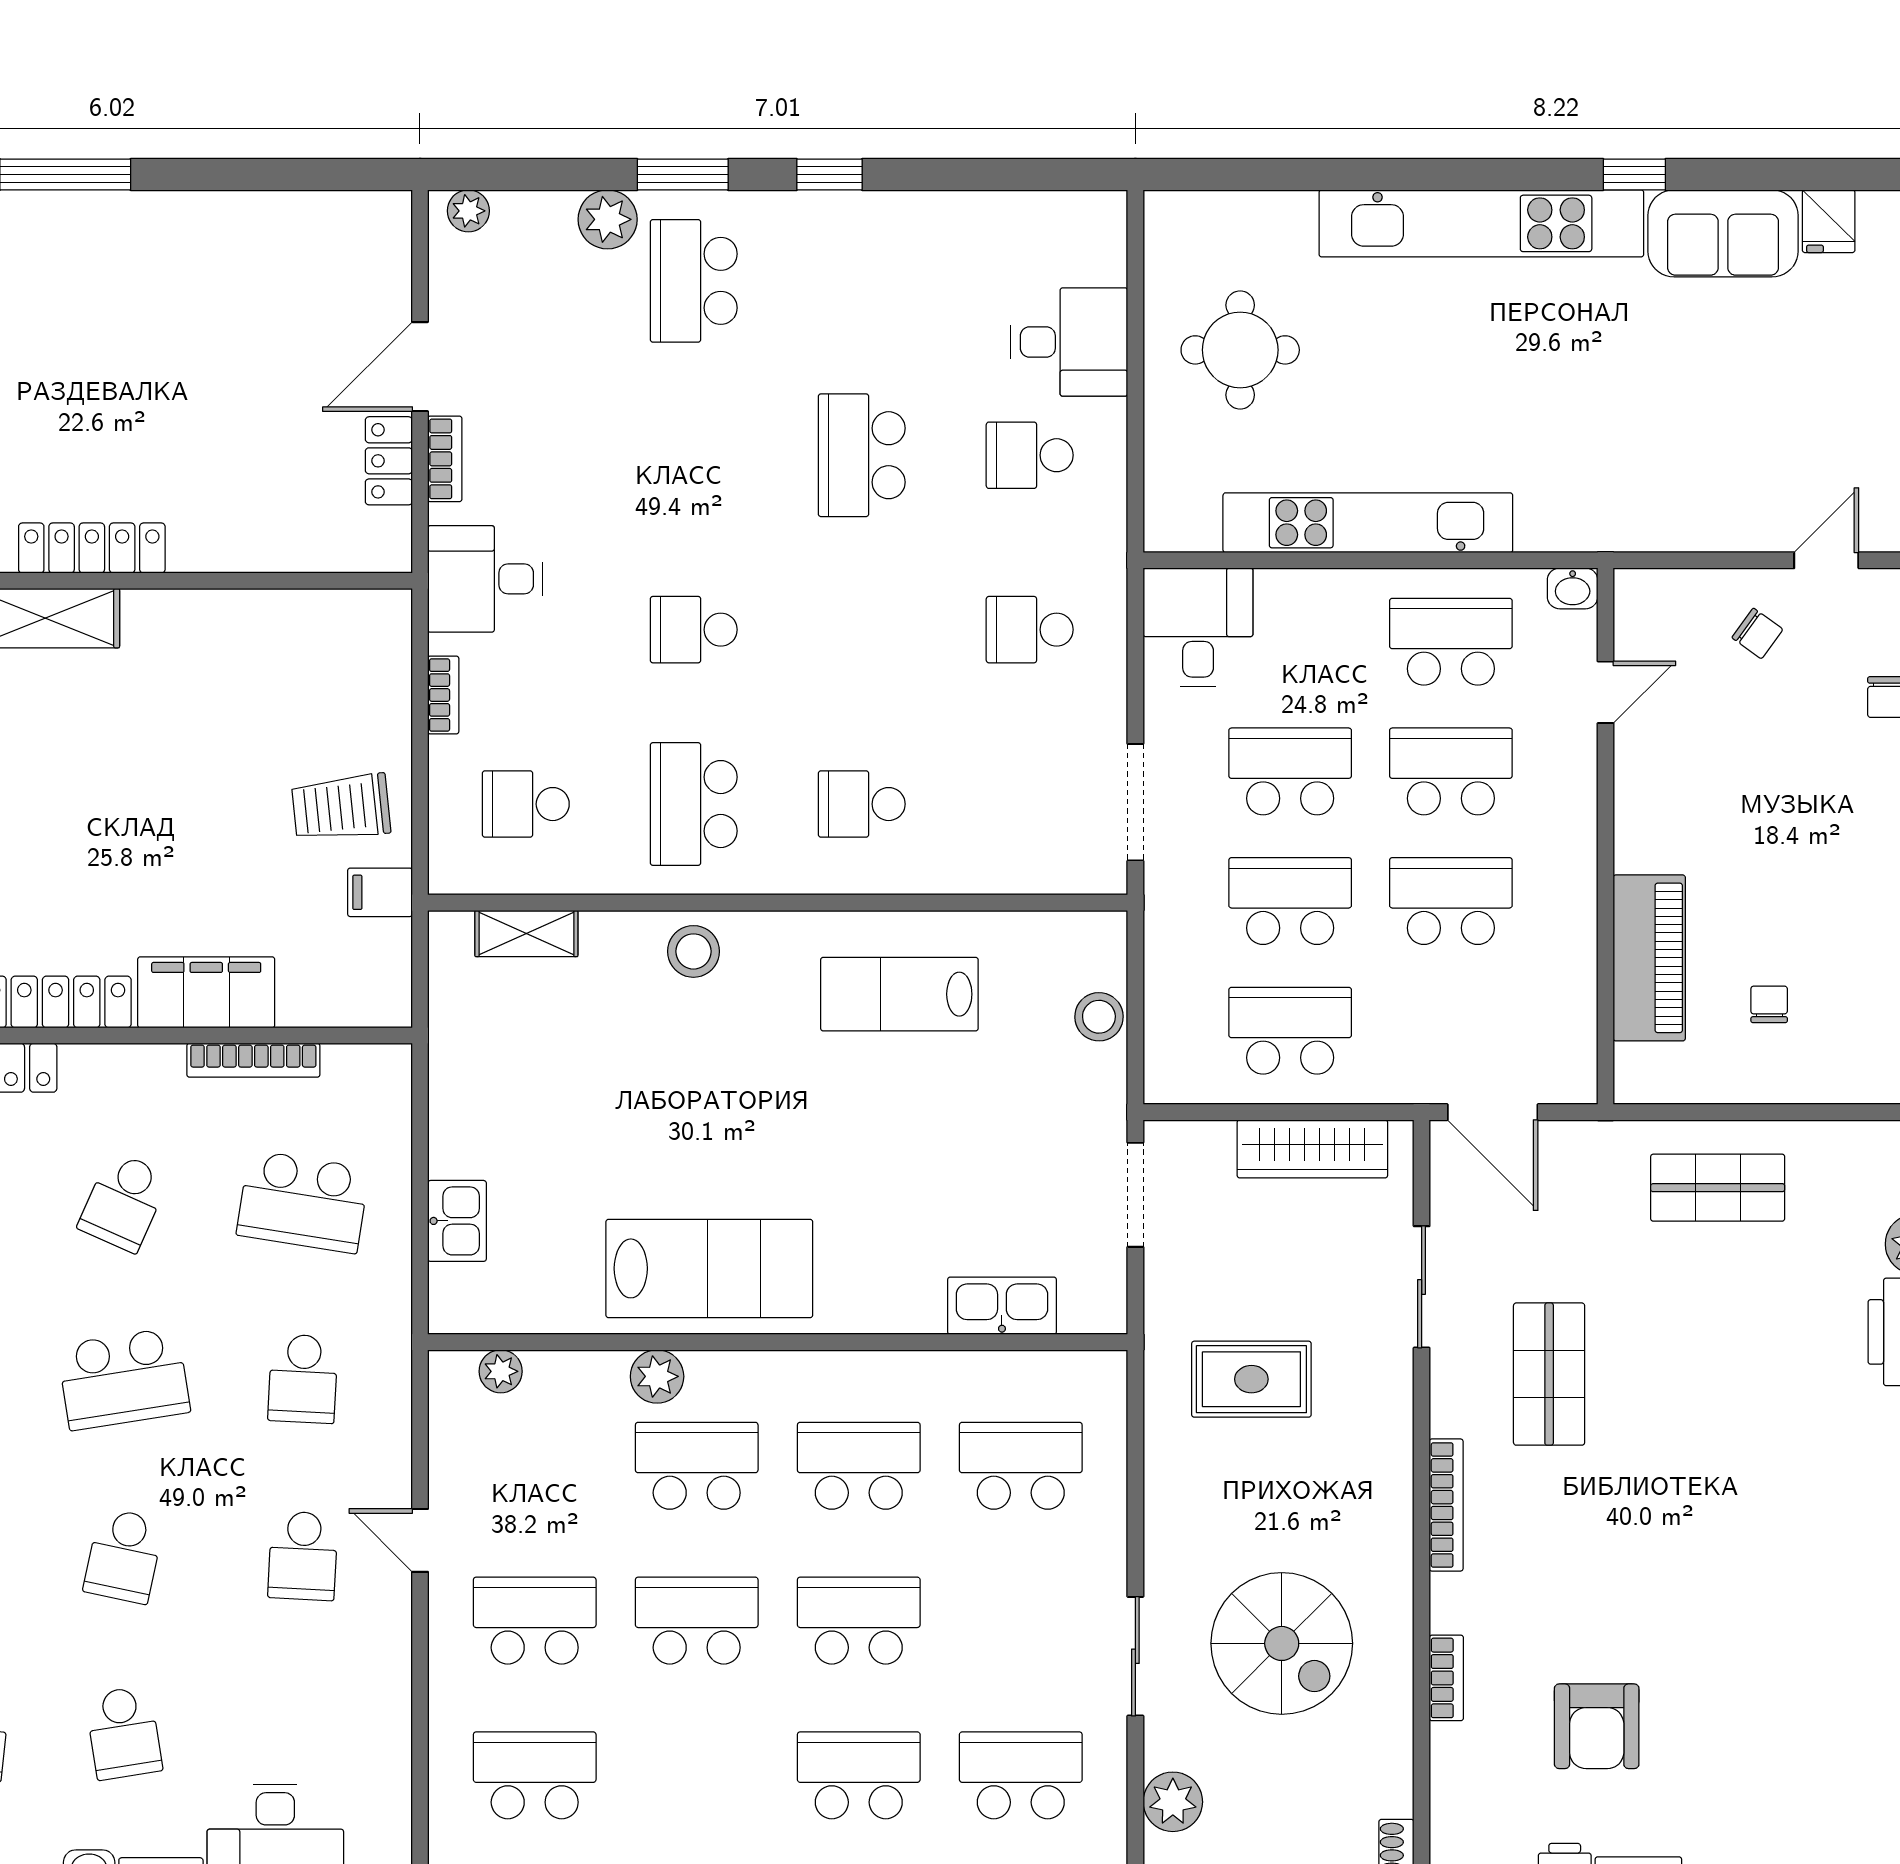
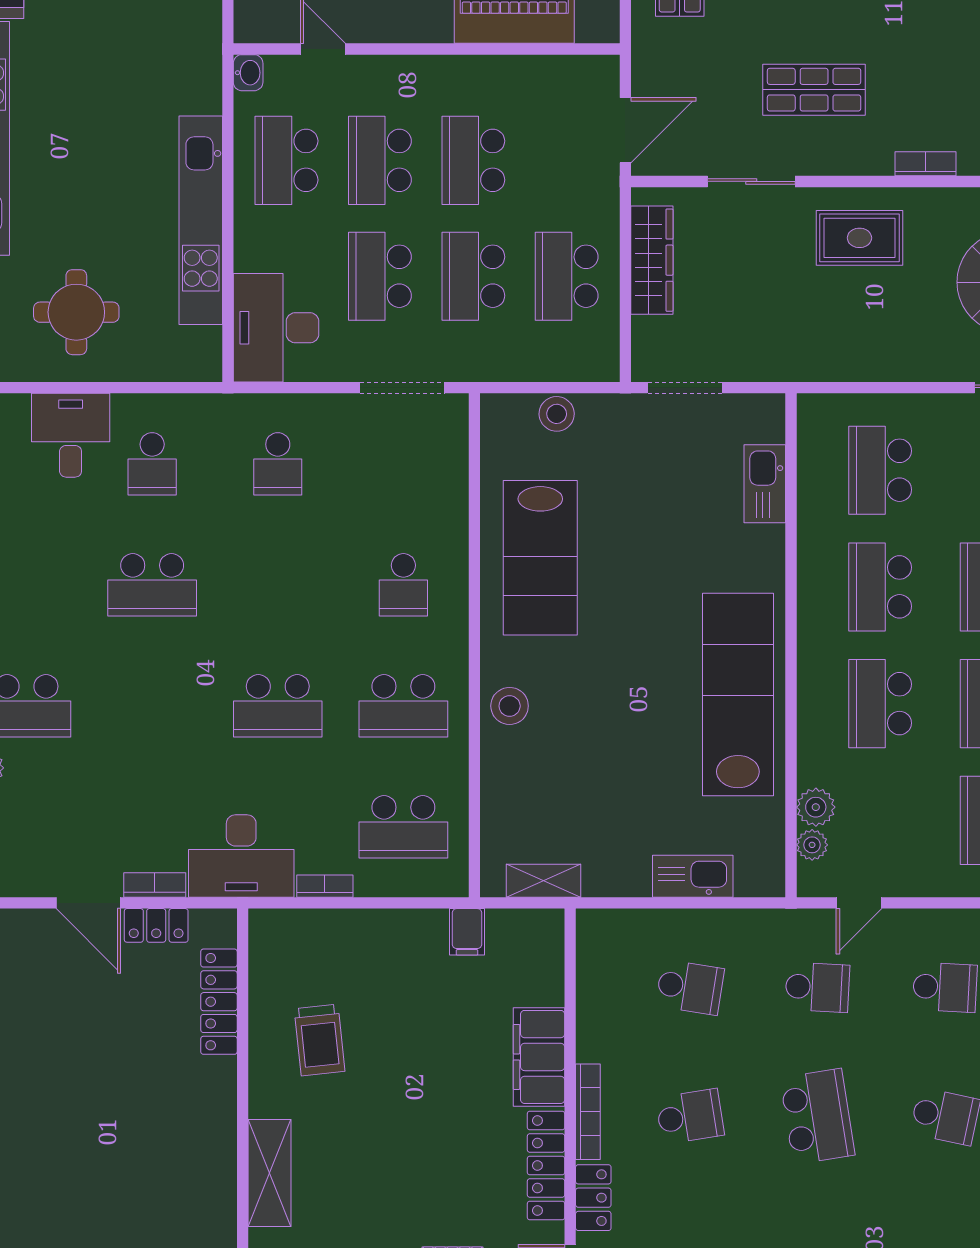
locker: (92, 548) -> (219, 1002), moved
desk: (485, 579) -> (241, 856), width x1.37
desk: (1198, 627) -> (276, 328), width x1.37
school desk: (694, 630) -> (278, 706), width x1.85
school desk: (526, 804) -> (403, 827), width x1.85
trolley: (341, 808) -> (320, 1040), moved
shelving: (526, 934) -> (544, 881), moved, turned 90
lab bench: (899, 994) -> (540, 558), width x1.36, depth x1.39
bookcase: (253, 1060) -> (588, 1112), moved
school desk: (124, 1202) -> (690, 1116), turned -33
school desk: (303, 1202) -> (690, 987), width x0.54
kitchen sink: (457, 1221) -> (693, 876), width x1.38
lab bench: (709, 1268) -> (738, 695), width x1.36
plant: (657, 1376) -> (816, 807), moved
rug: (1251, 1379) -> (859, 238), moved, turned 90
bookcase: (1446, 1505) -> (926, 164), width x0.64
door: (420, 1540) -> (859, 903), moved

